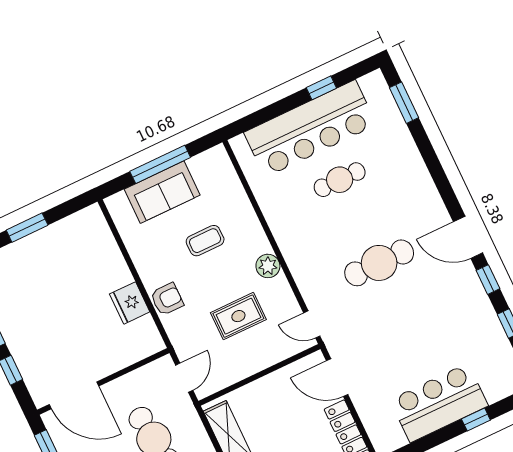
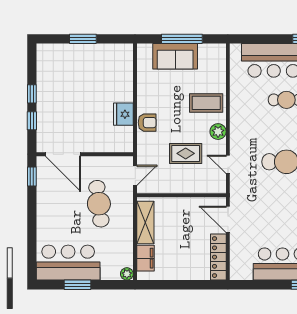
coffee table: (205, 241) -> (206, 103), moved, width x1.36, depth x1.30
door: (312, 324) -> (228, 164), moved

